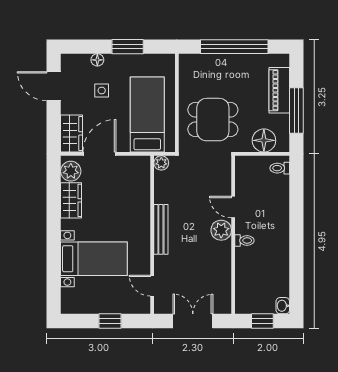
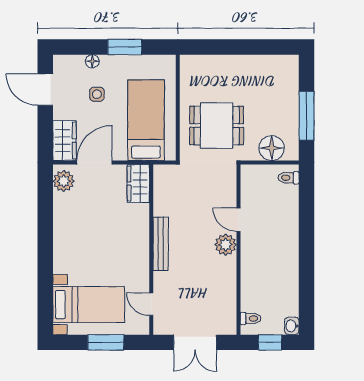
window: (234, 47) -> (240, 47), removed
piano: (279, 90) -> (288, 94), removed
plant: (161, 163) -> (161, 172), removed
wardrobe: (71, 200) -> (138, 184), moved, turned 180
toilet: (244, 240) -> (251, 319), moved
bed with nightstands: (94, 259) -> (89, 305), moved
window: (110, 321) -> (106, 342), width x1.50
double door: (193, 321) -> (195, 342), swing flipped

